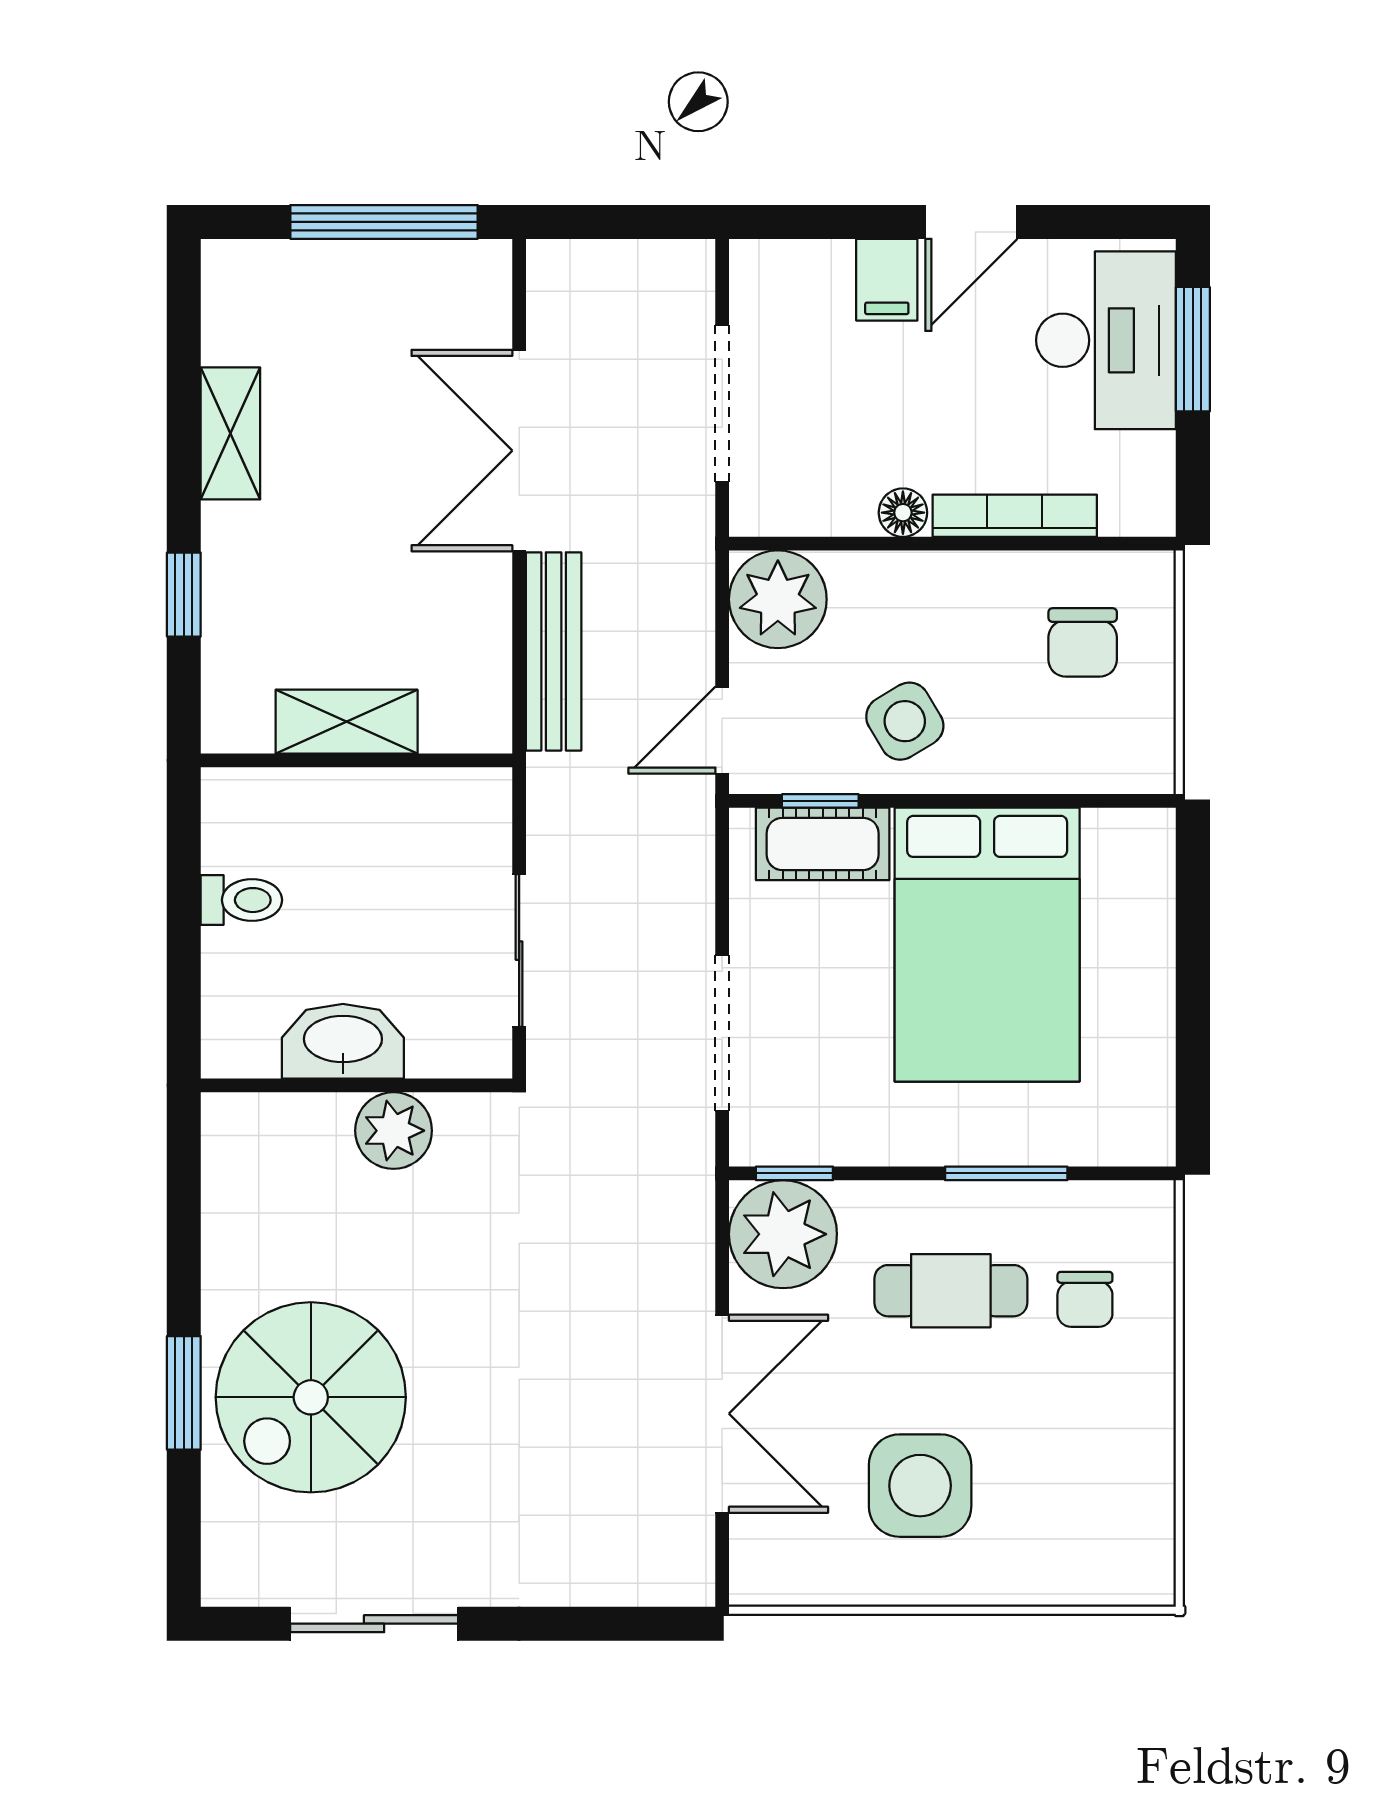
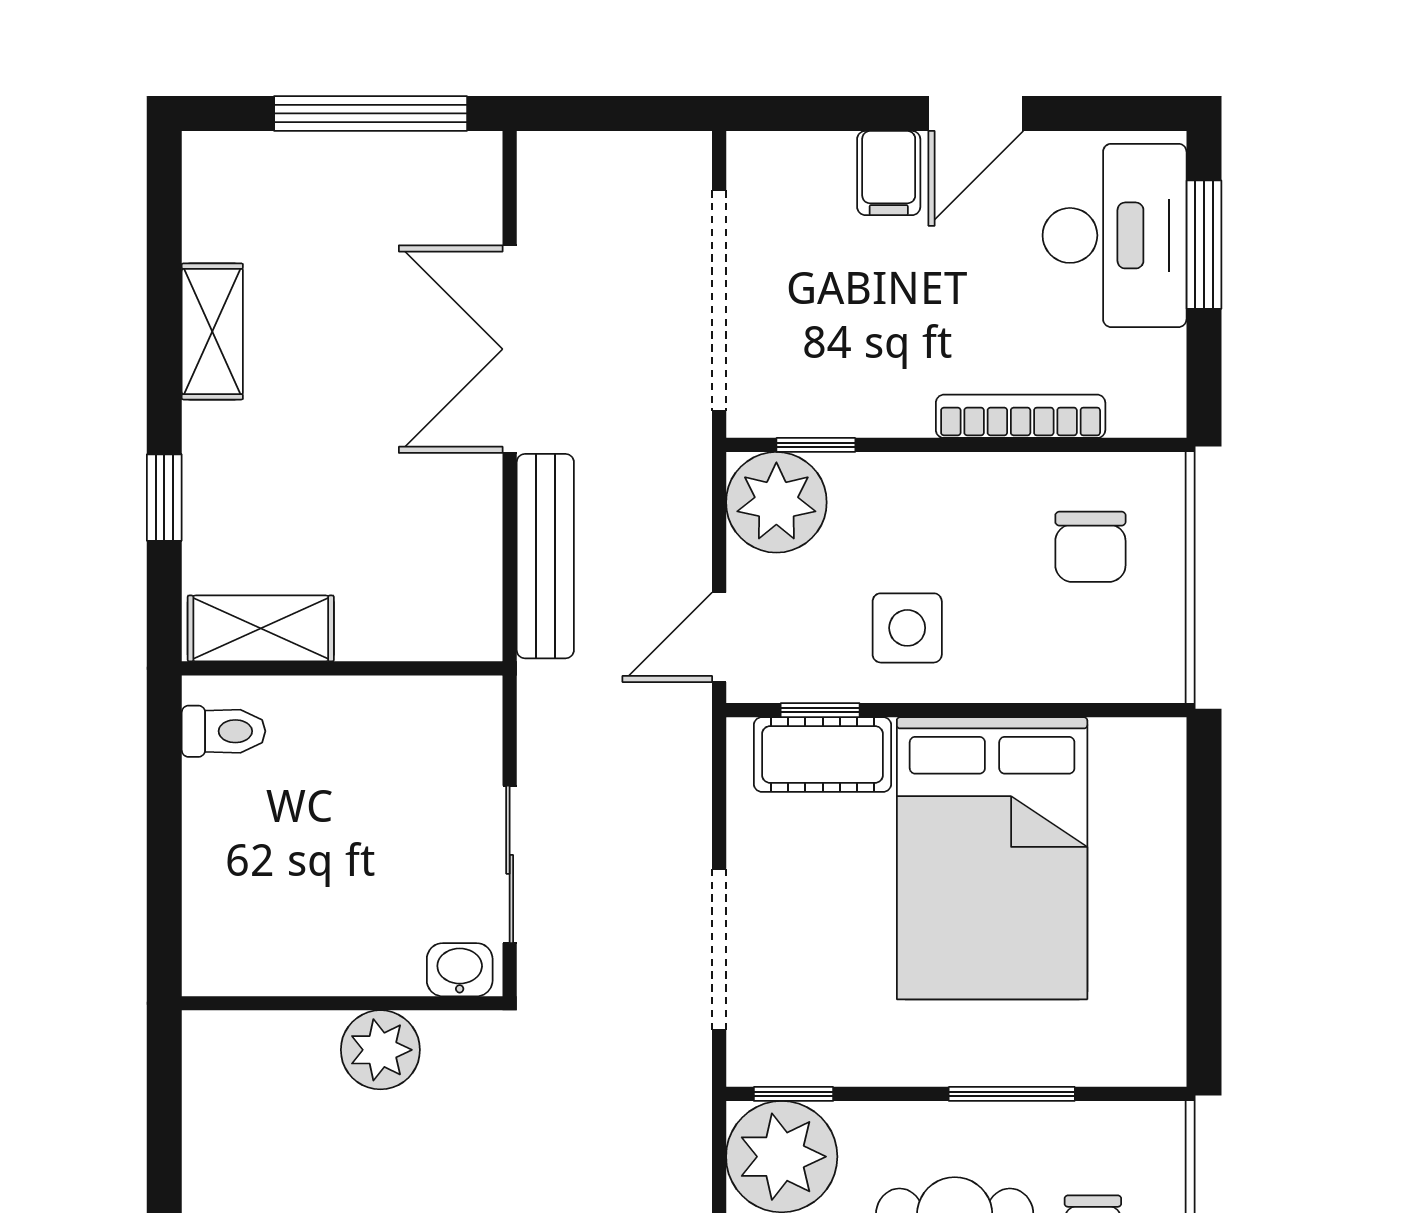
doorway: (722, 404) -> (719, 301), width x1.36
floor lamp: (903, 513) -> (905, 413), removed
window: (816, 544) -> (816, 445), added
side table: (905, 721) -> (907, 628), turned 31
shelving: (347, 722) -> (261, 628), moved
toilet: (241, 900) -> (224, 731), moved
washbasin: (343, 1041) -> (460, 970), moved, width x0.52, depth x0.69

